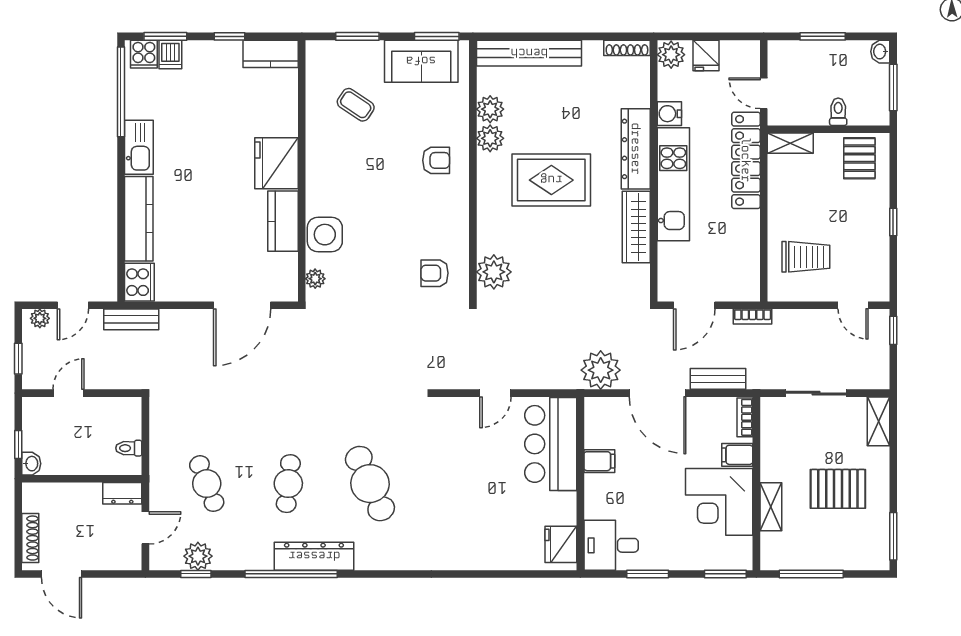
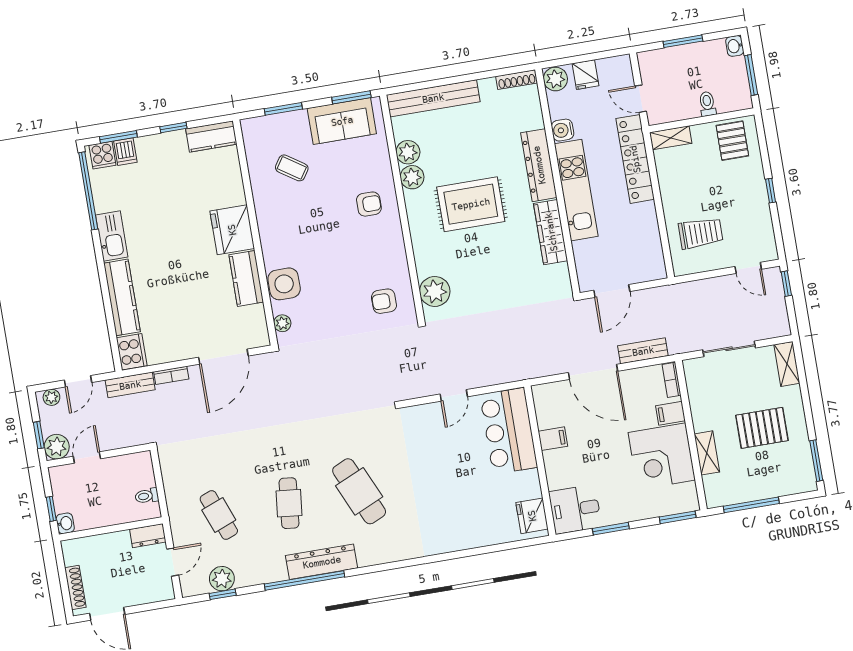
bookcase: (753, 316) -> (171, 375), moved
plant: (601, 370) -> (57, 447), moved, width x0.73, depth x0.73

